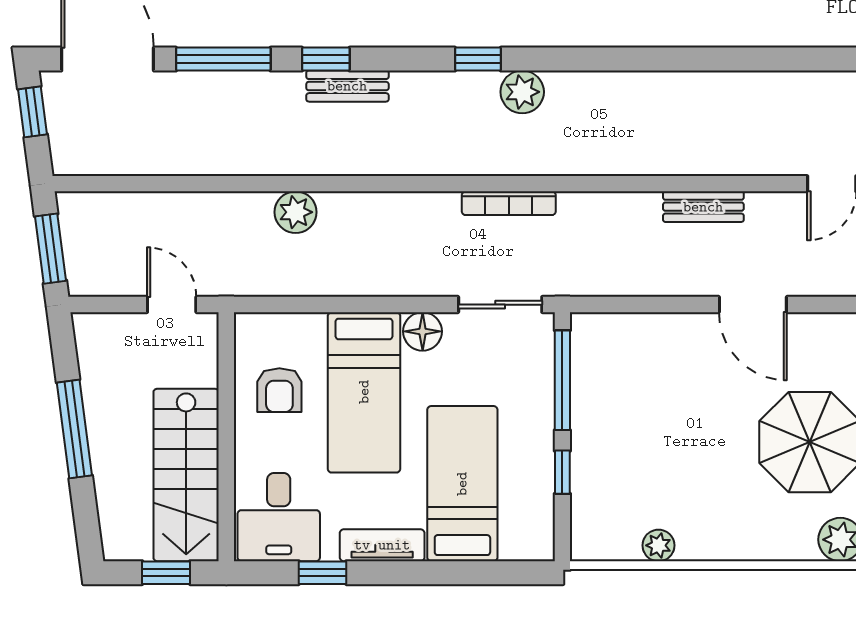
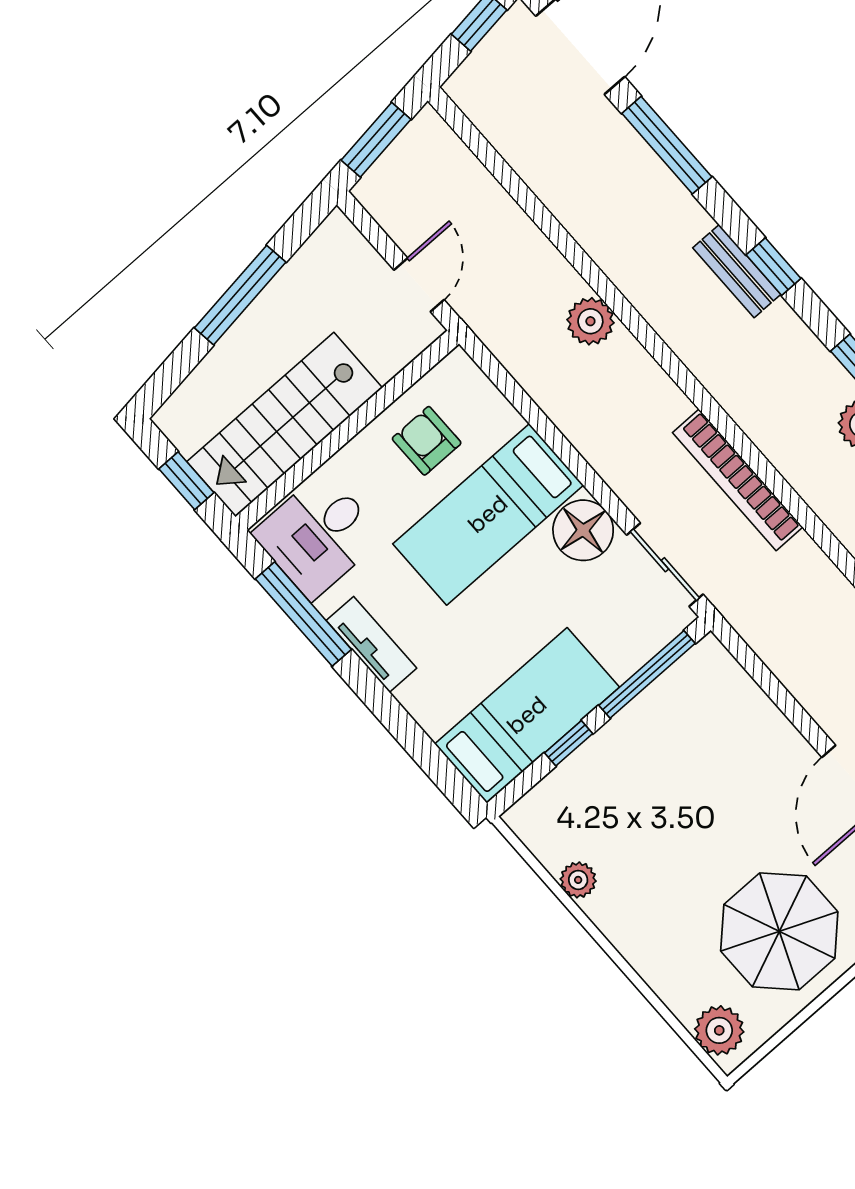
window: (326, 59) -> (774, 267), moved
bookcase: (509, 203) -> (738, 480), width x1.48, depth x1.31
floor lamp: (423, 331) -> (583, 530), width x1.38, depth x1.38
armchair: (279, 390) -> (427, 441), turned 90
bed: (462, 484) -> (527, 715), moved
window: (323, 573) -> (303, 614), width x2.17

